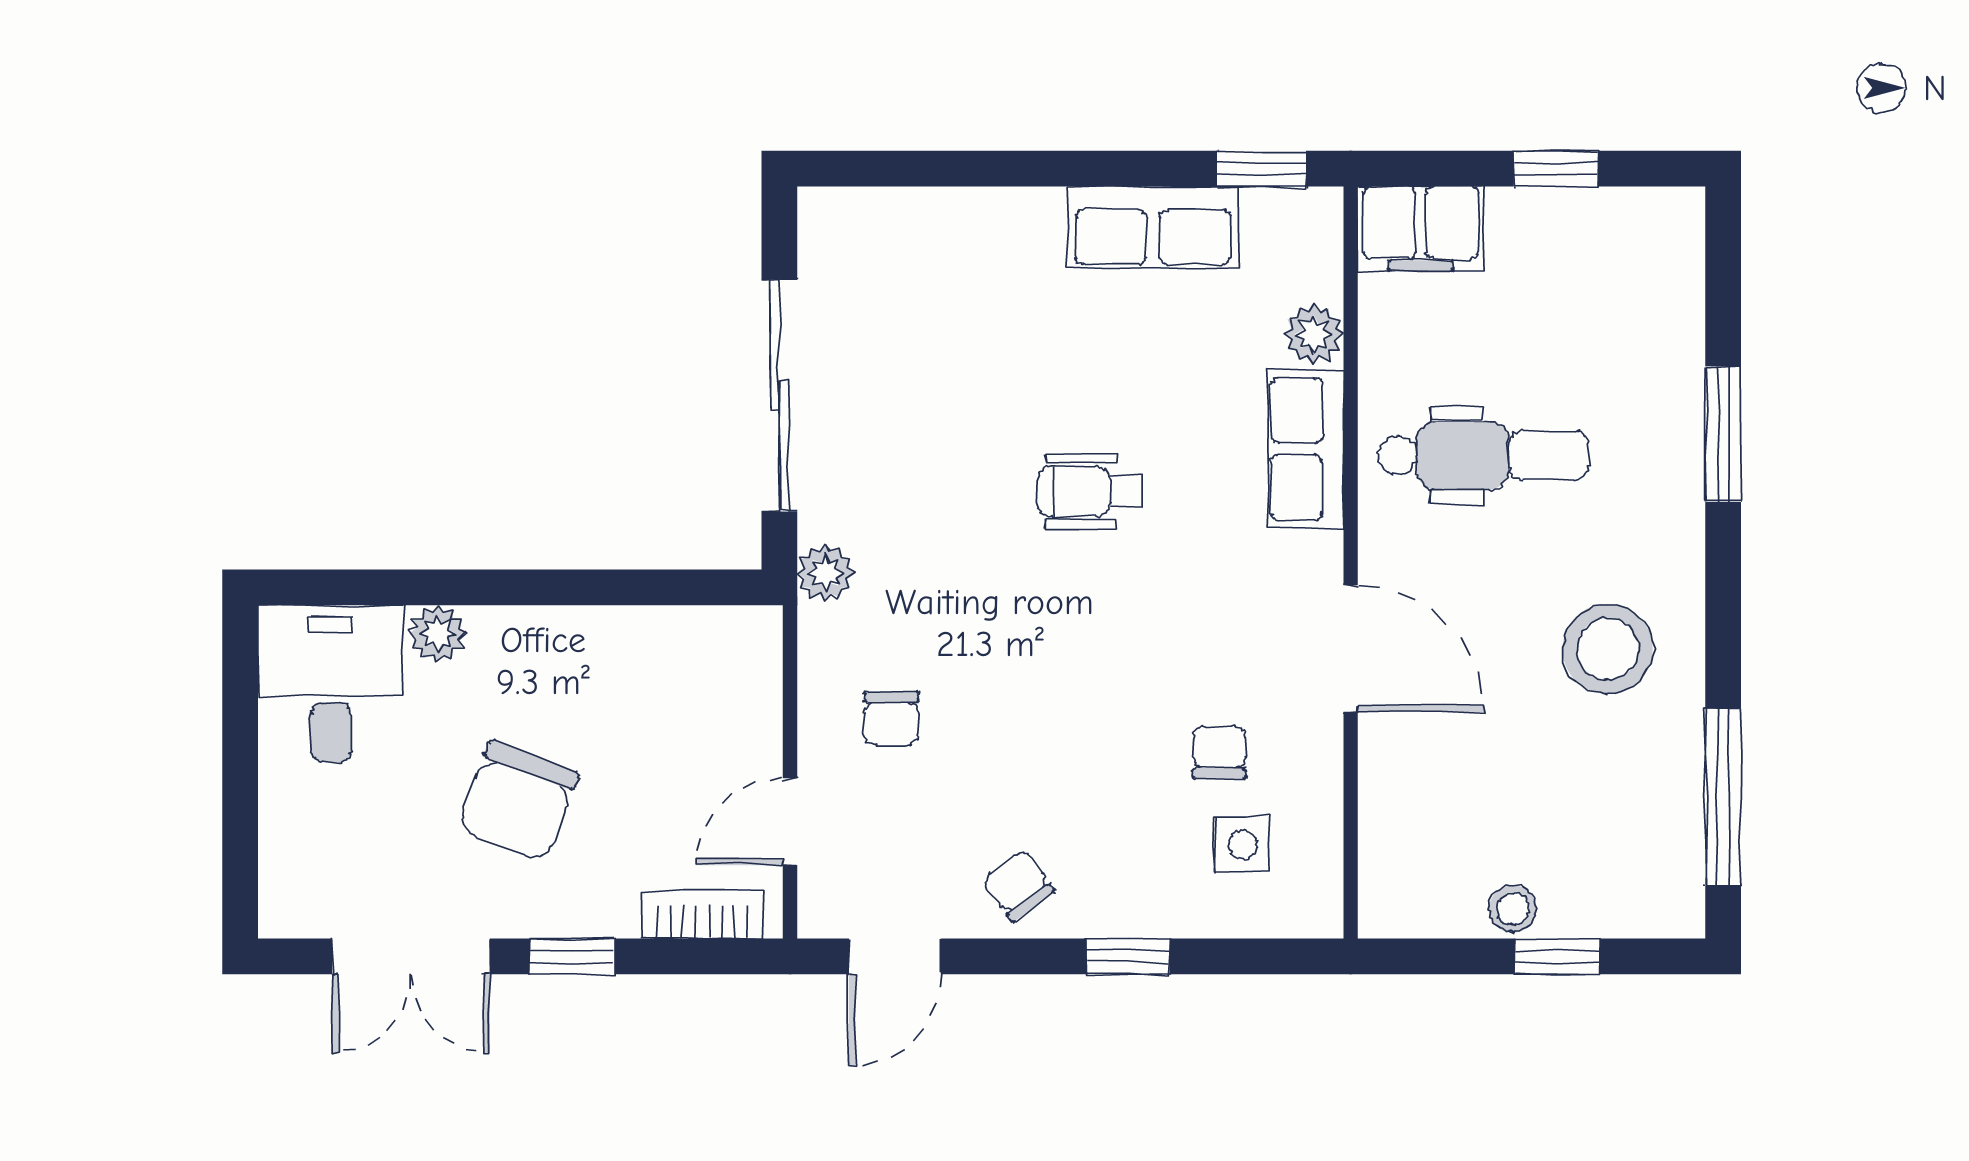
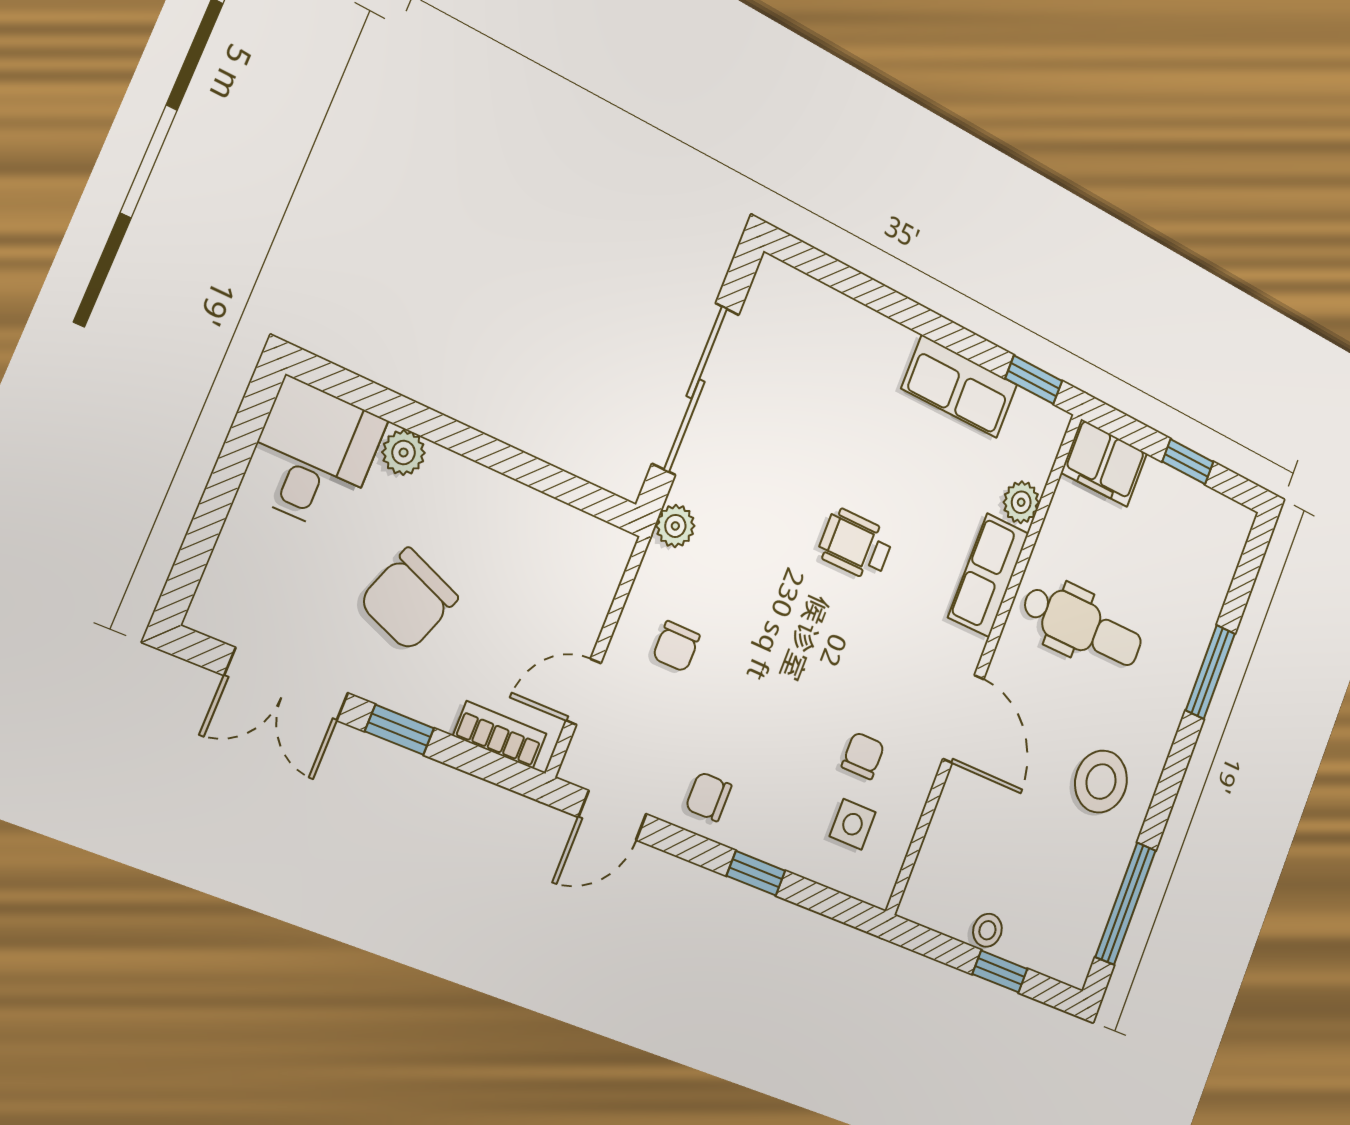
chair: (1018, 885) -> (709, 797), turned -54

